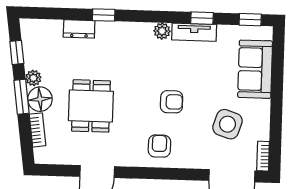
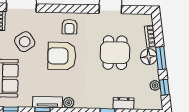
plant: (33, 78) -> (155, 85), moved
armchair: (172, 102) -> (62, 56), width x1.88, depth x1.88
side table: (227, 124) -> (25, 42), turned 38

